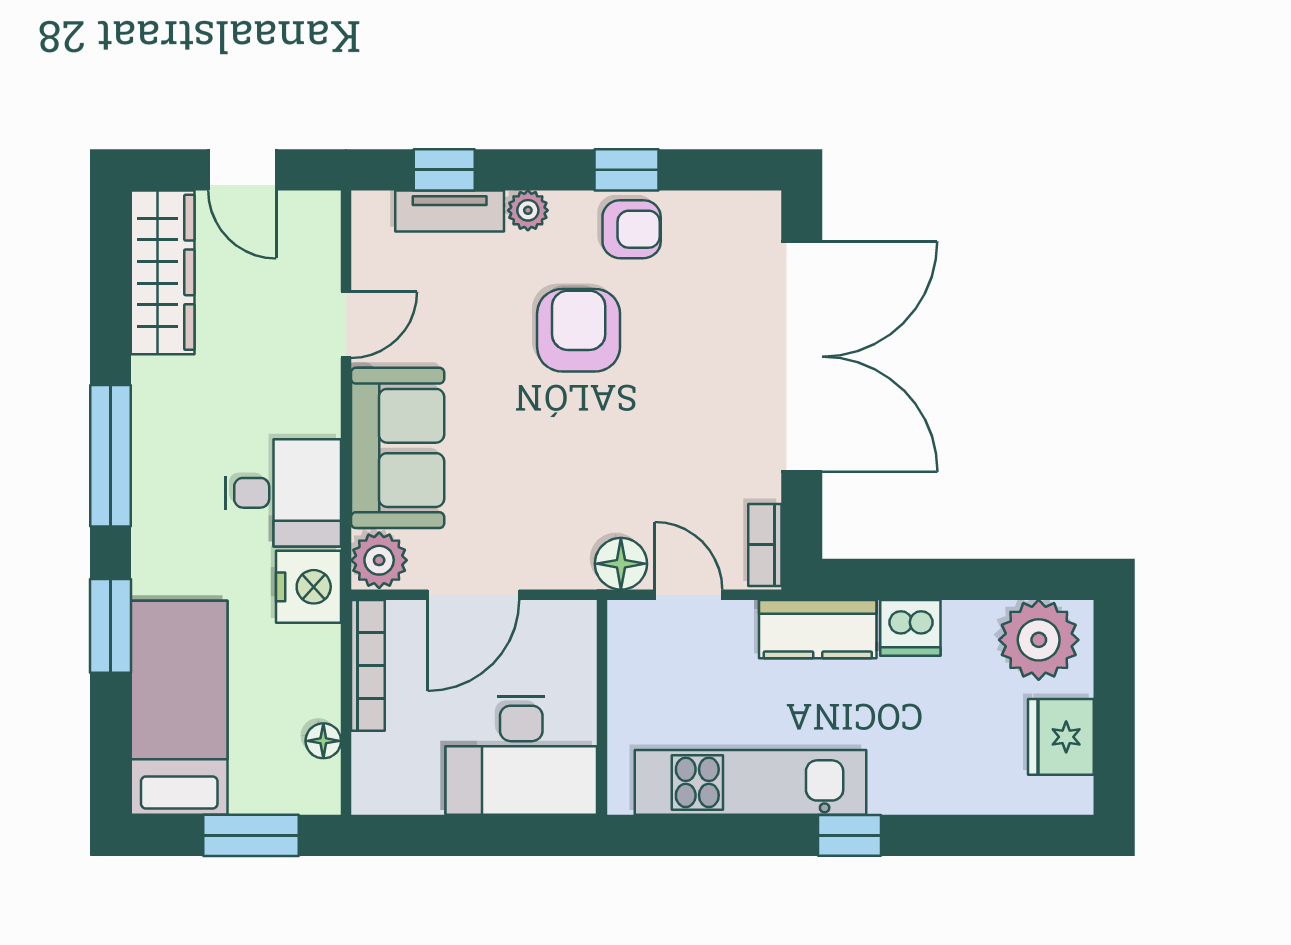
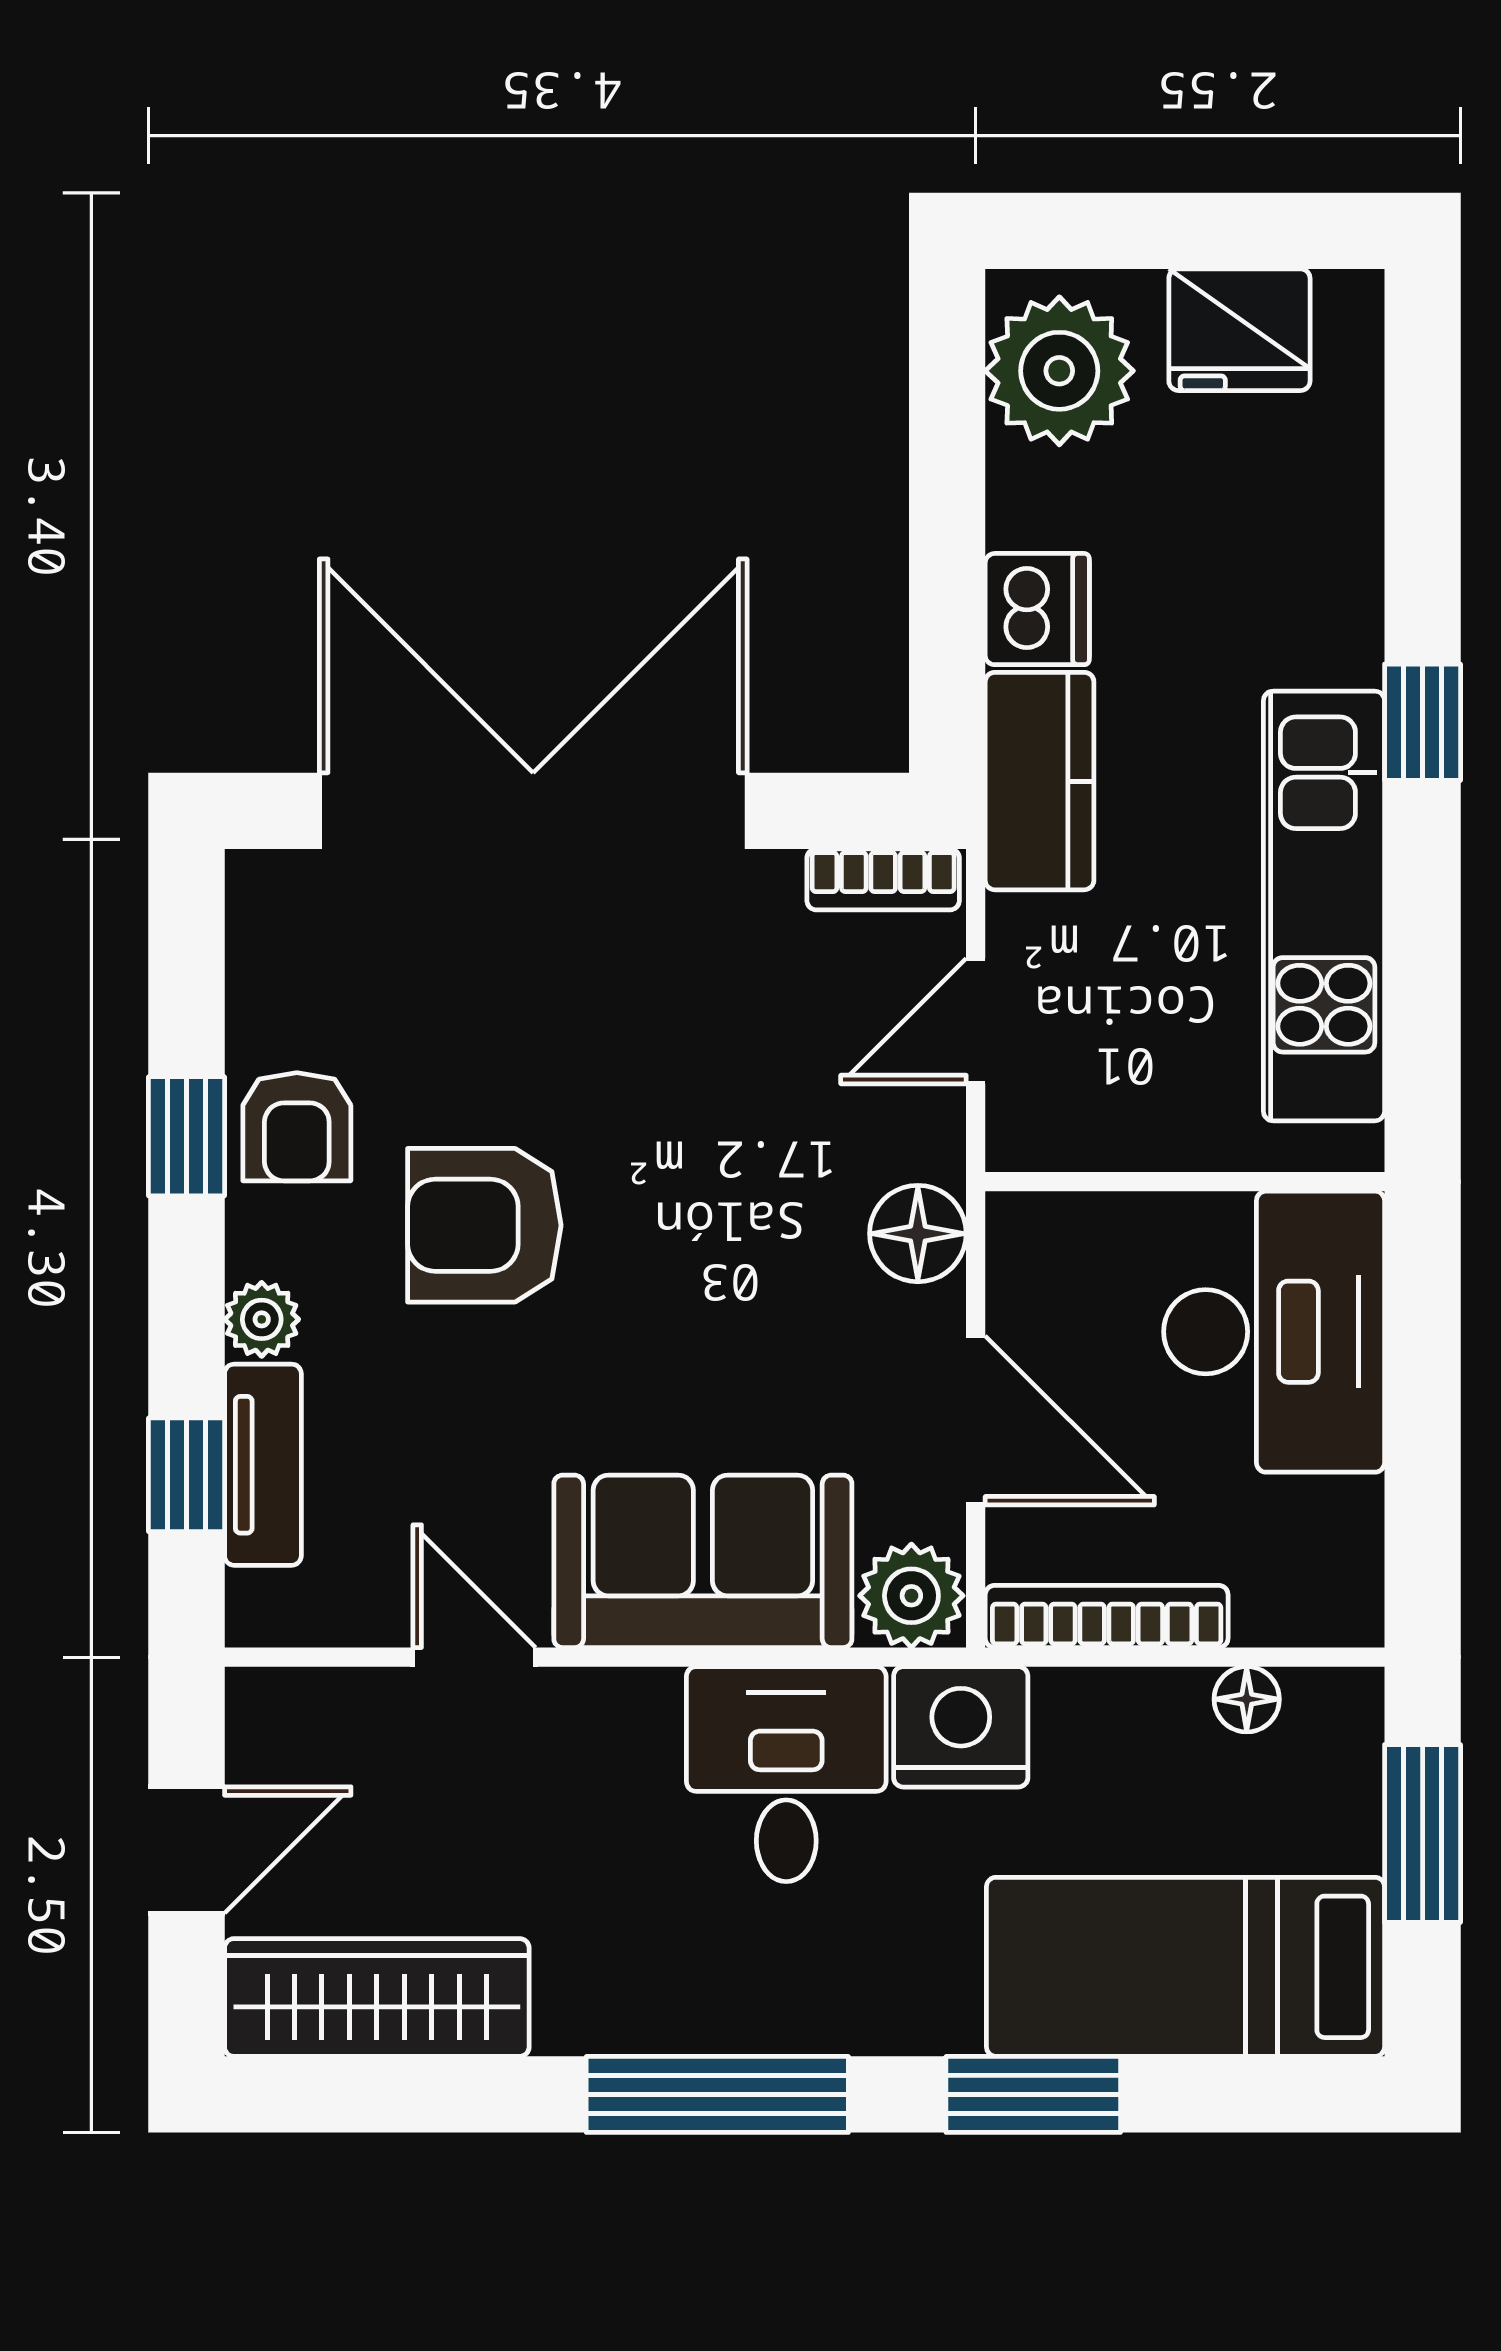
armchair: (632, 229) -> (297, 1127), turned 180
floor lamp: (621, 564) -> (918, 1234), moved

